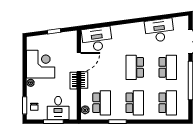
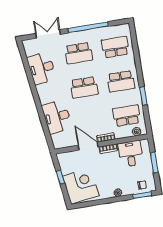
desk: (97, 39) -> (57, 117), moved
corner desk: (41, 64) -> (81, 186), moved, turned 82
school desk: (168, 67) -> (79, 53), turned 180
school desk: (135, 103) -> (121, 81), turned 180
desk: (58, 108) -> (131, 154), moved, turned -90

